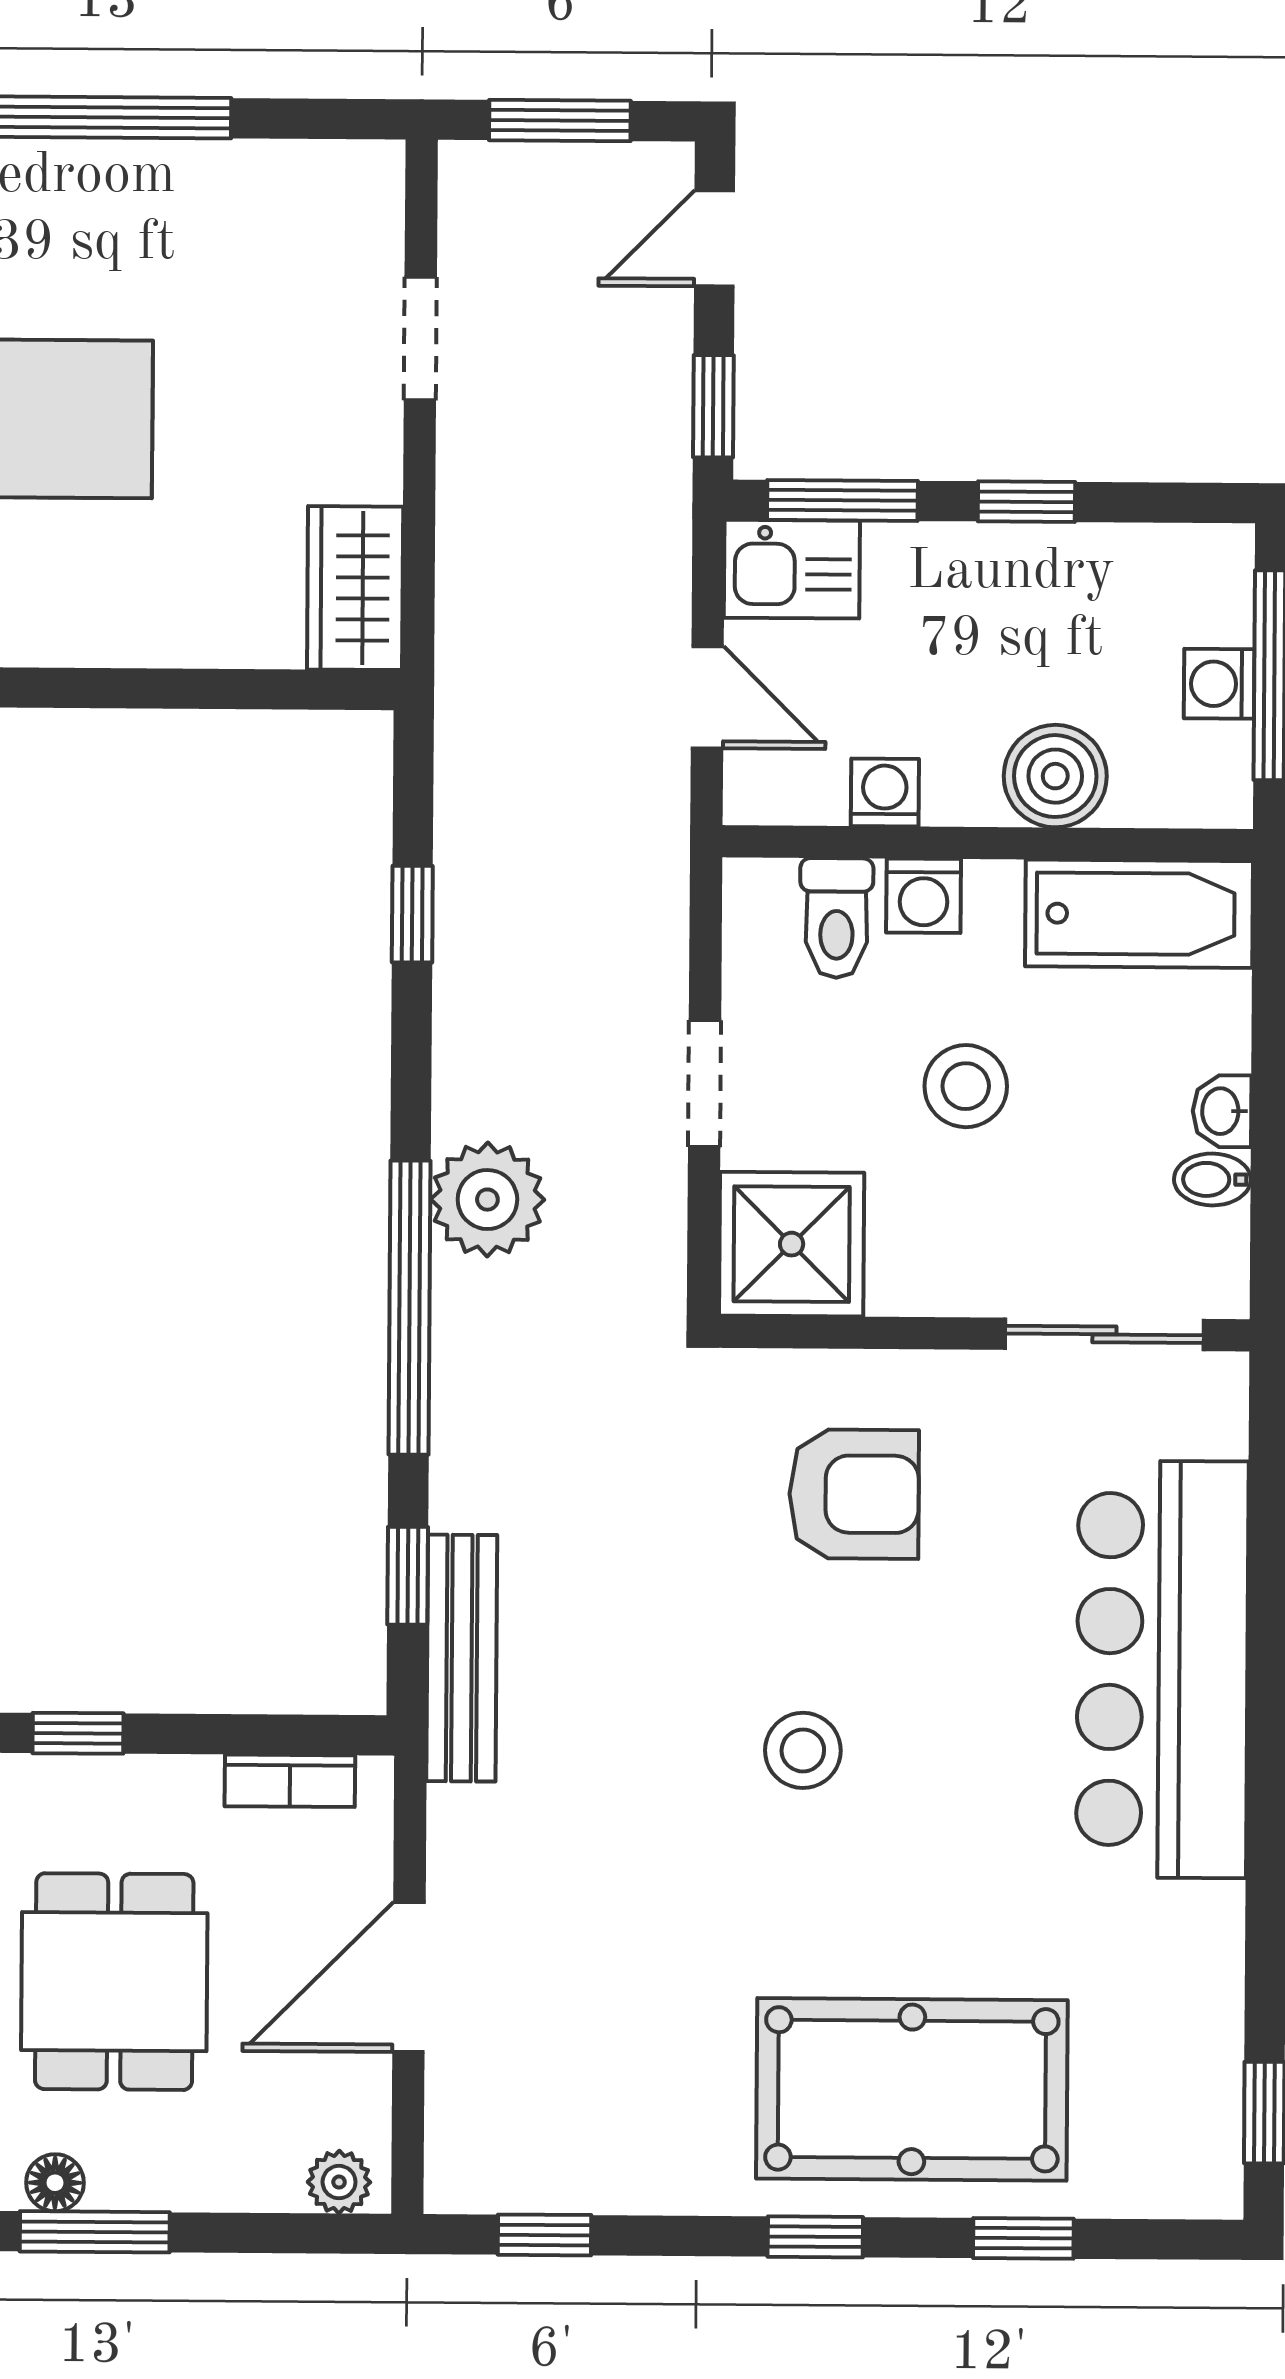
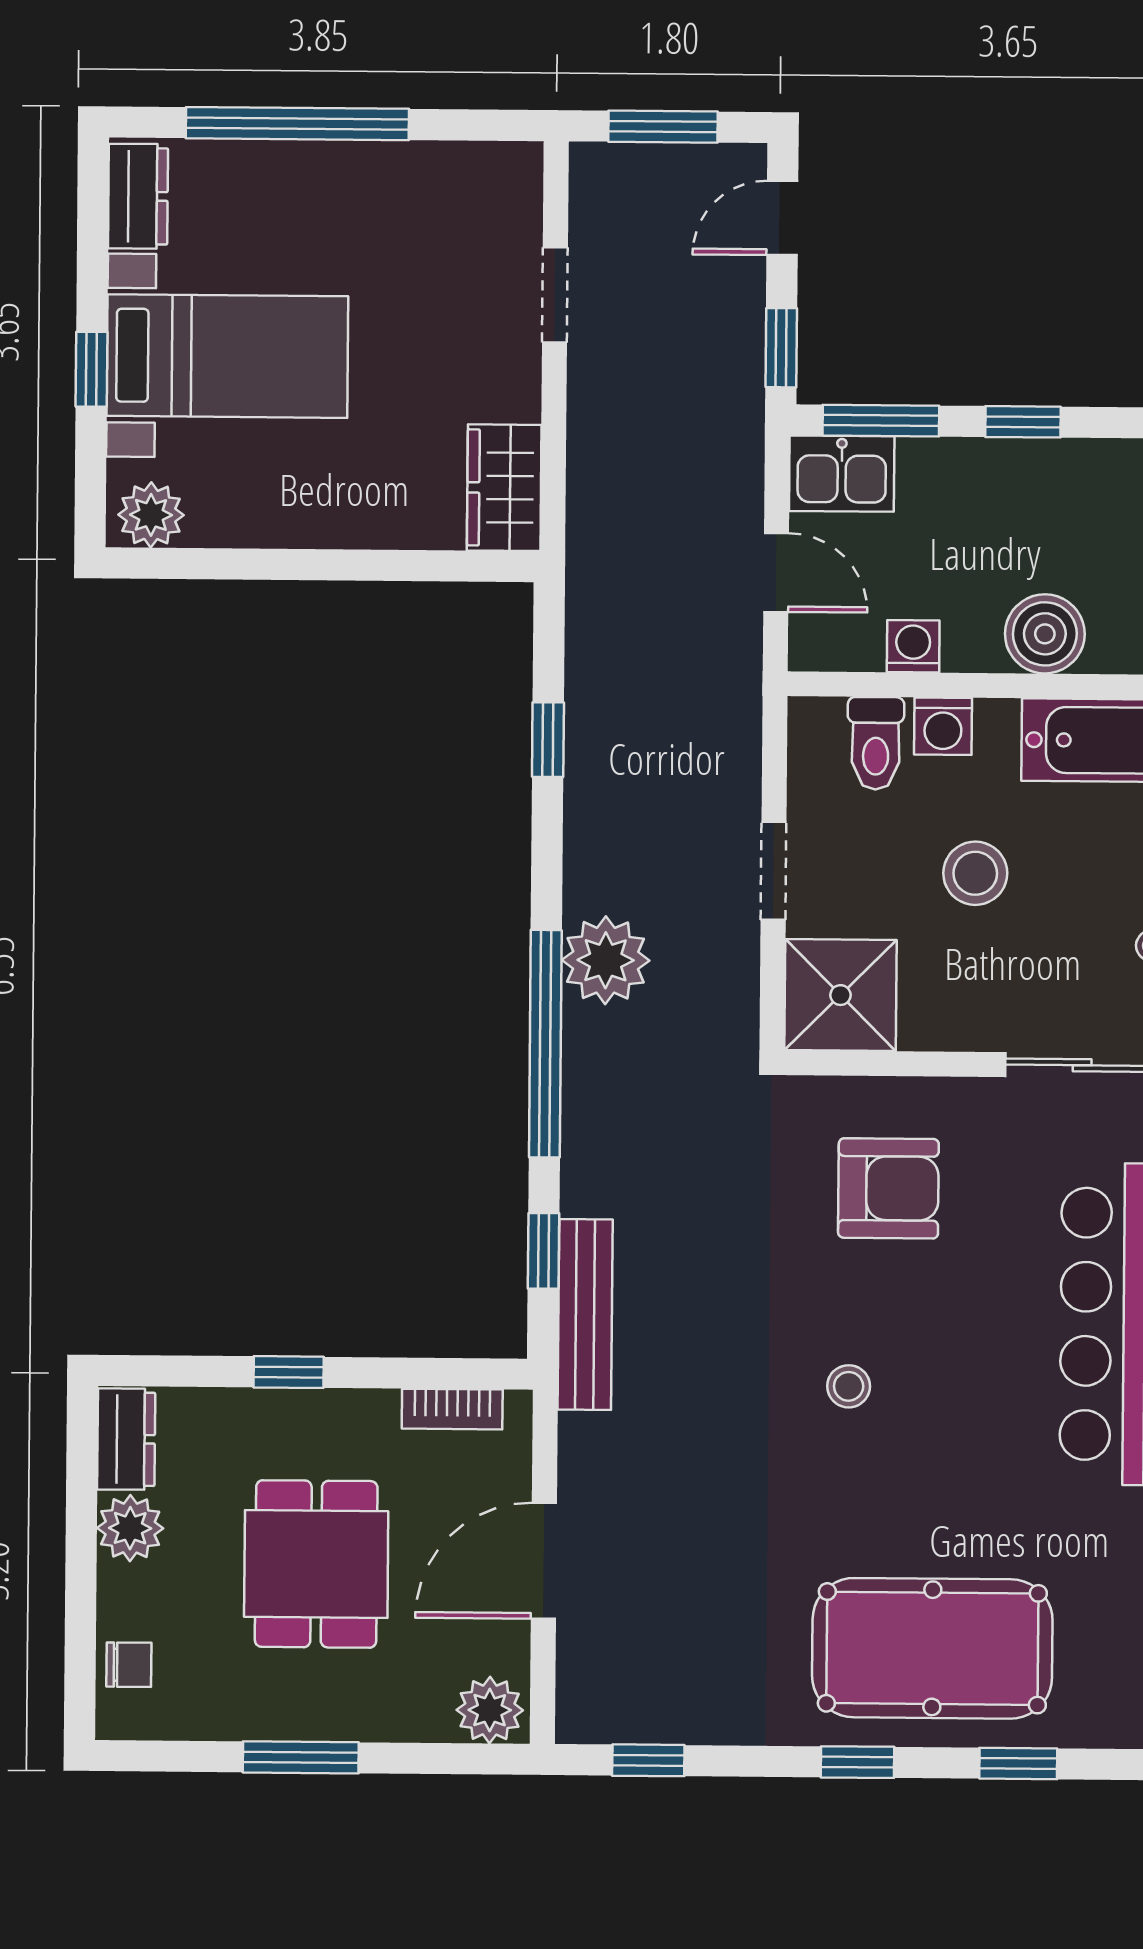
stool: (803, 1750) -> (849, 1386), width x0.73, depth x0.73
plant: (339, 2182) -> (490, 1710), width x1.38, depth x1.38
floor lamp: (55, 2183) -> (270, 1719), removed

